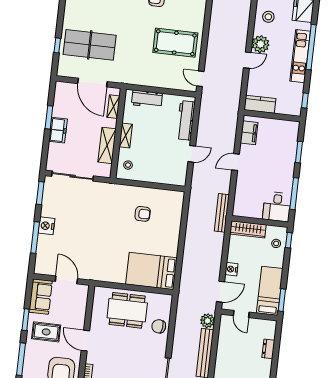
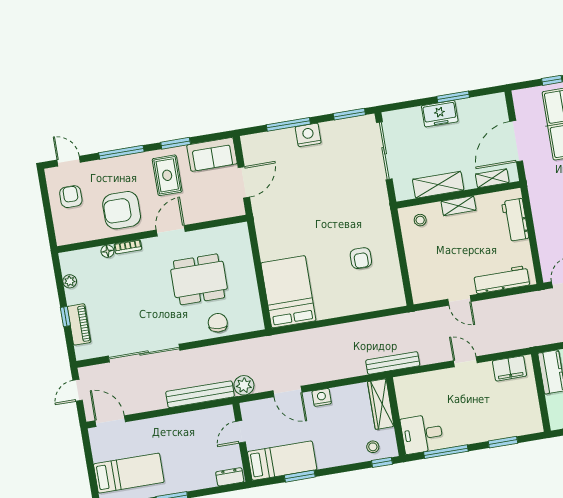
bed: (270, 291) -> (282, 461), moved
dining table: (127, 310) -> (199, 279), moved, turned 90
door: (241, 314) -> (241, 432), moved
wall: (249, 315) -> (242, 442), moved

